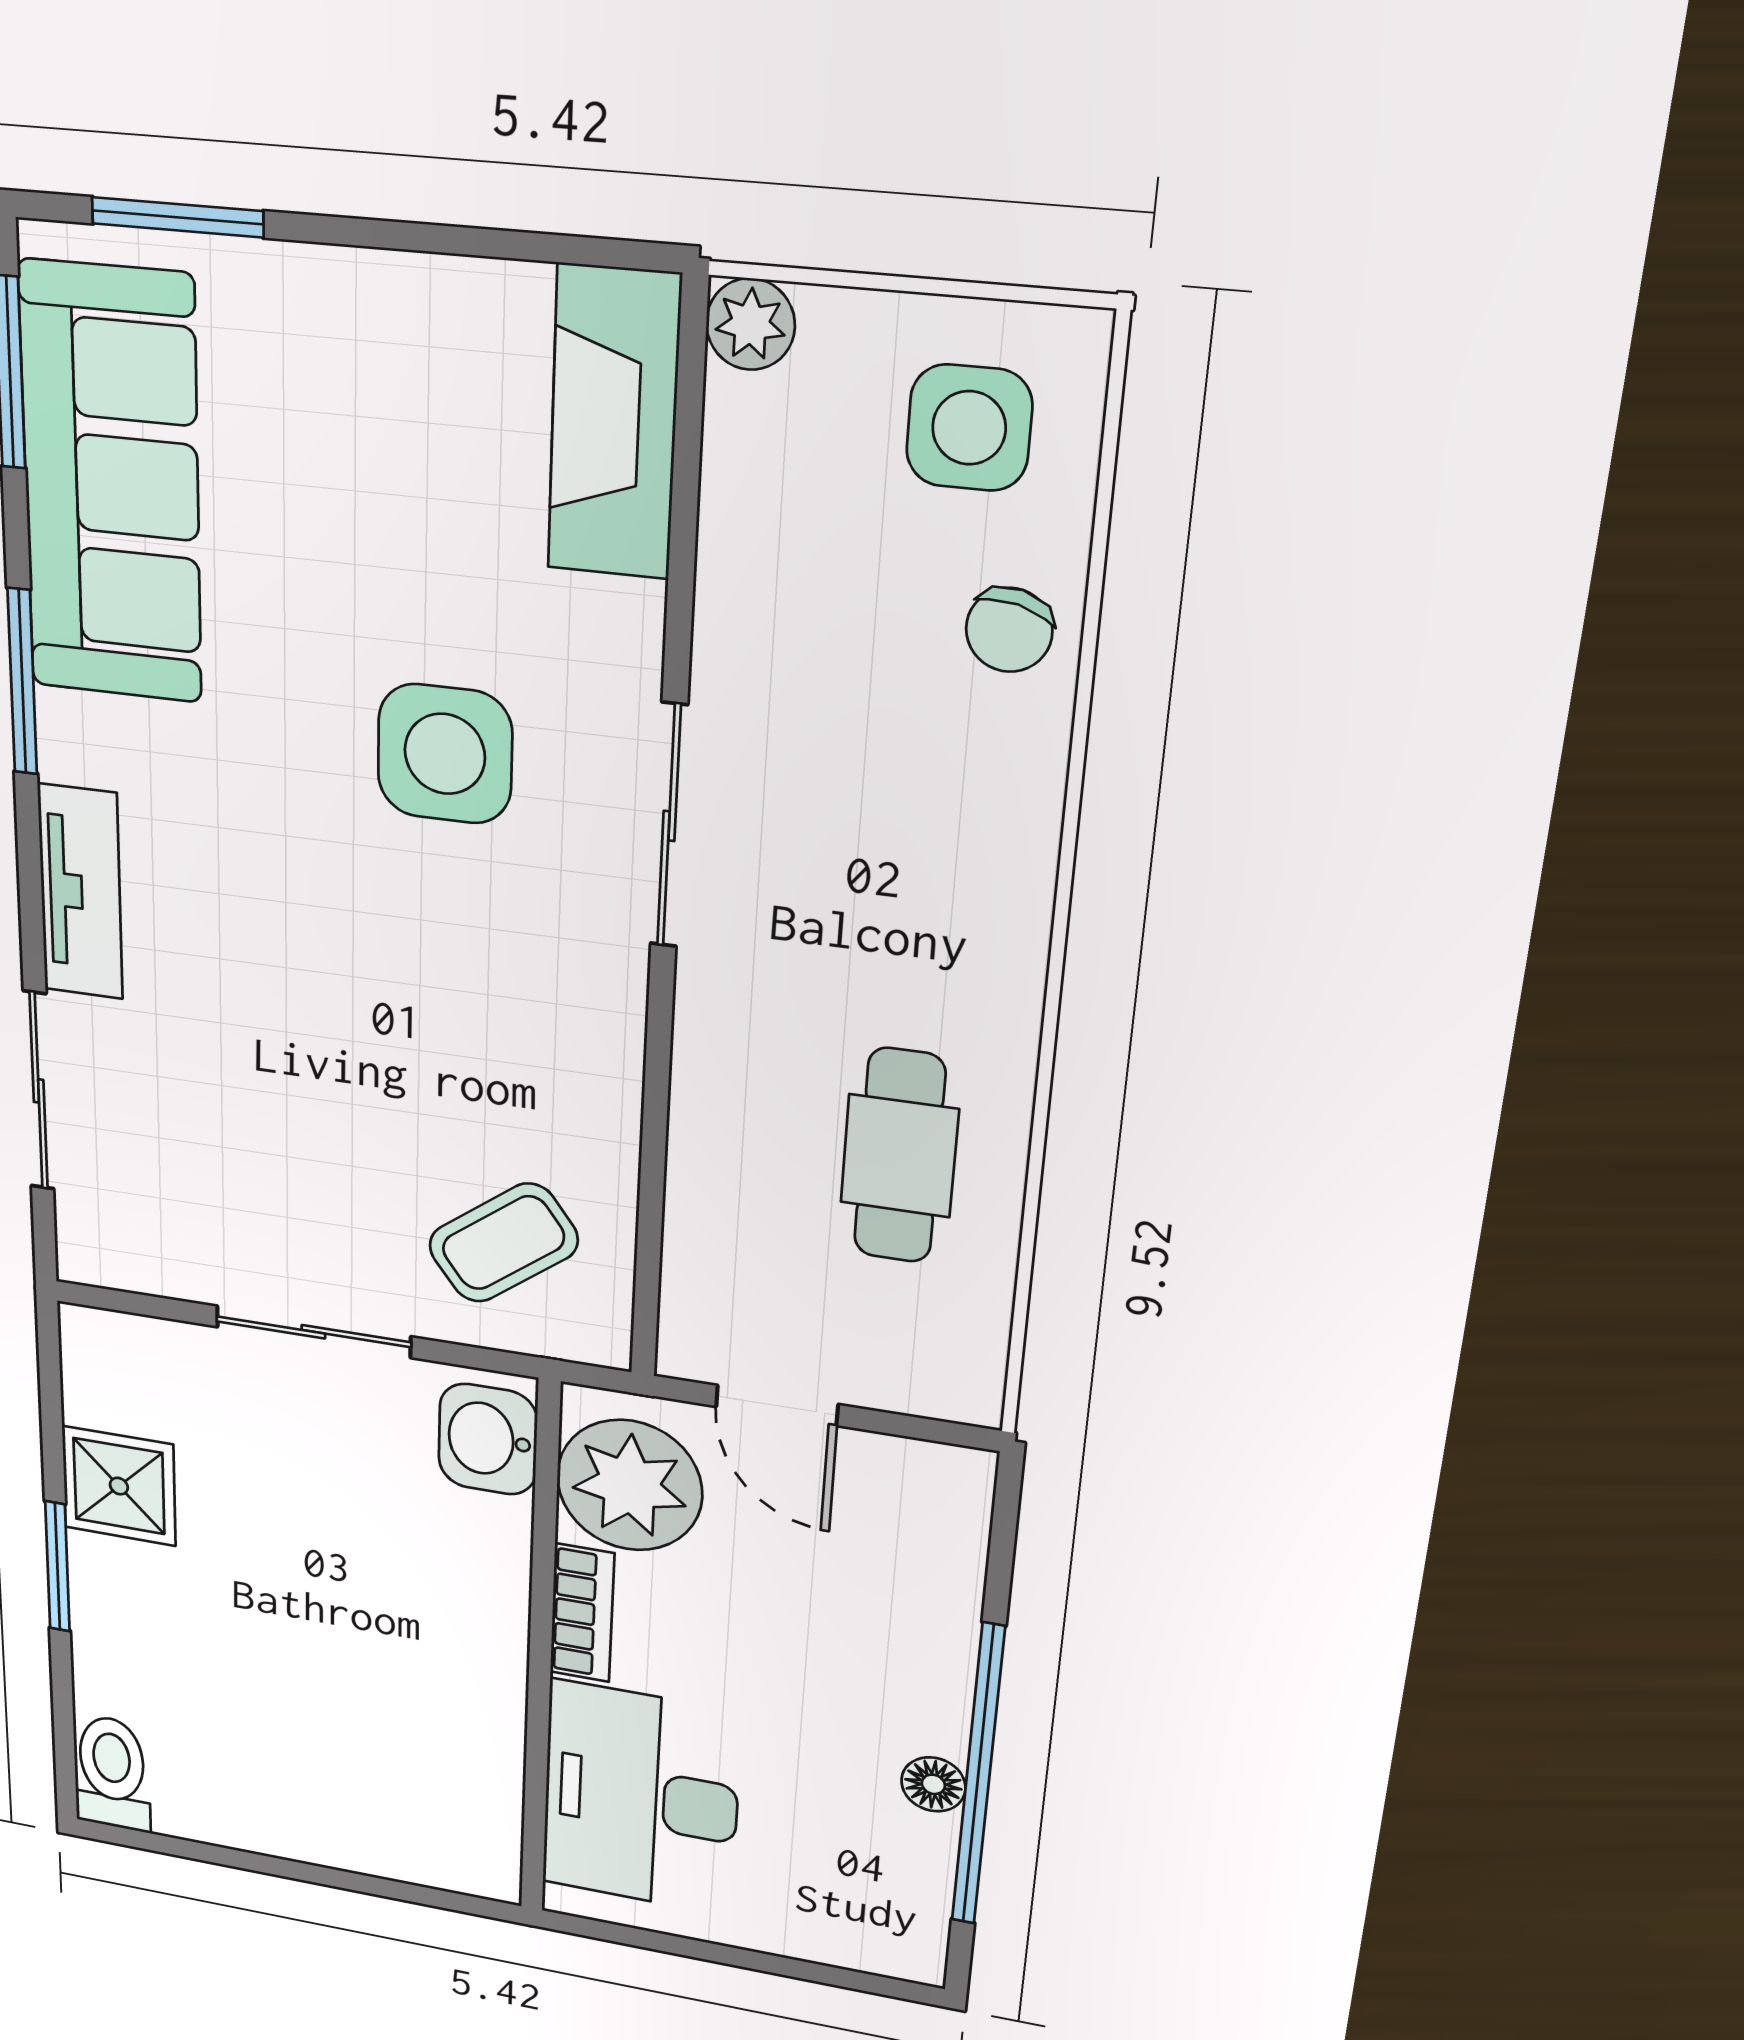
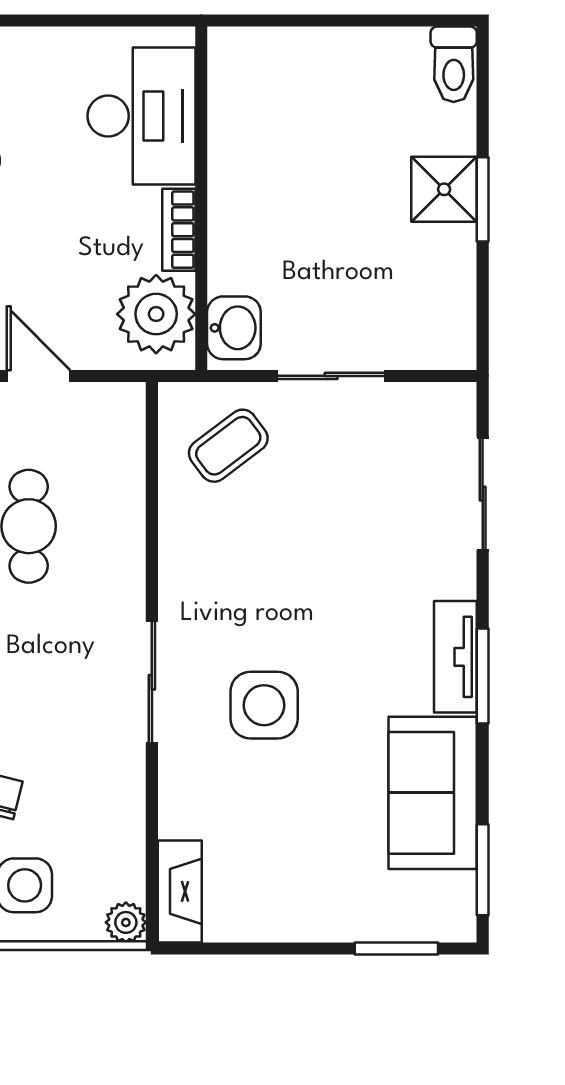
fireplace: (614, 423) -> (180, 891), width x0.73, depth x0.76
sofa: (111, 485) -> (433, 793), width x0.73
window: (22, 682) -> (483, 676), moved
tv unit: (80, 892) -> (455, 657), moved
door: (777, 1405) -> (38, 376), moved
shower: (119, 1486) -> (444, 189), moved

